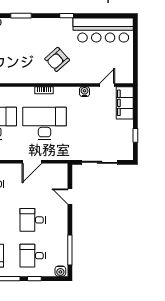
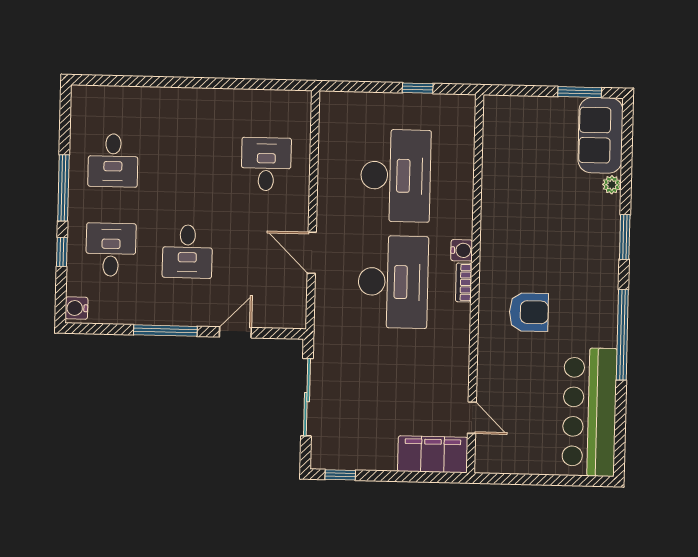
window: (67, 16) -> (622, 335), width x3.17
armchair: (57, 59) -> (529, 312), turned 132
water cooler: (85, 92) -> (462, 250), moved
window: (135, 135) -> (340, 475), moved
desk: (33, 220) -> (187, 251), turned 180
window: (70, 250) -> (165, 331), moved

